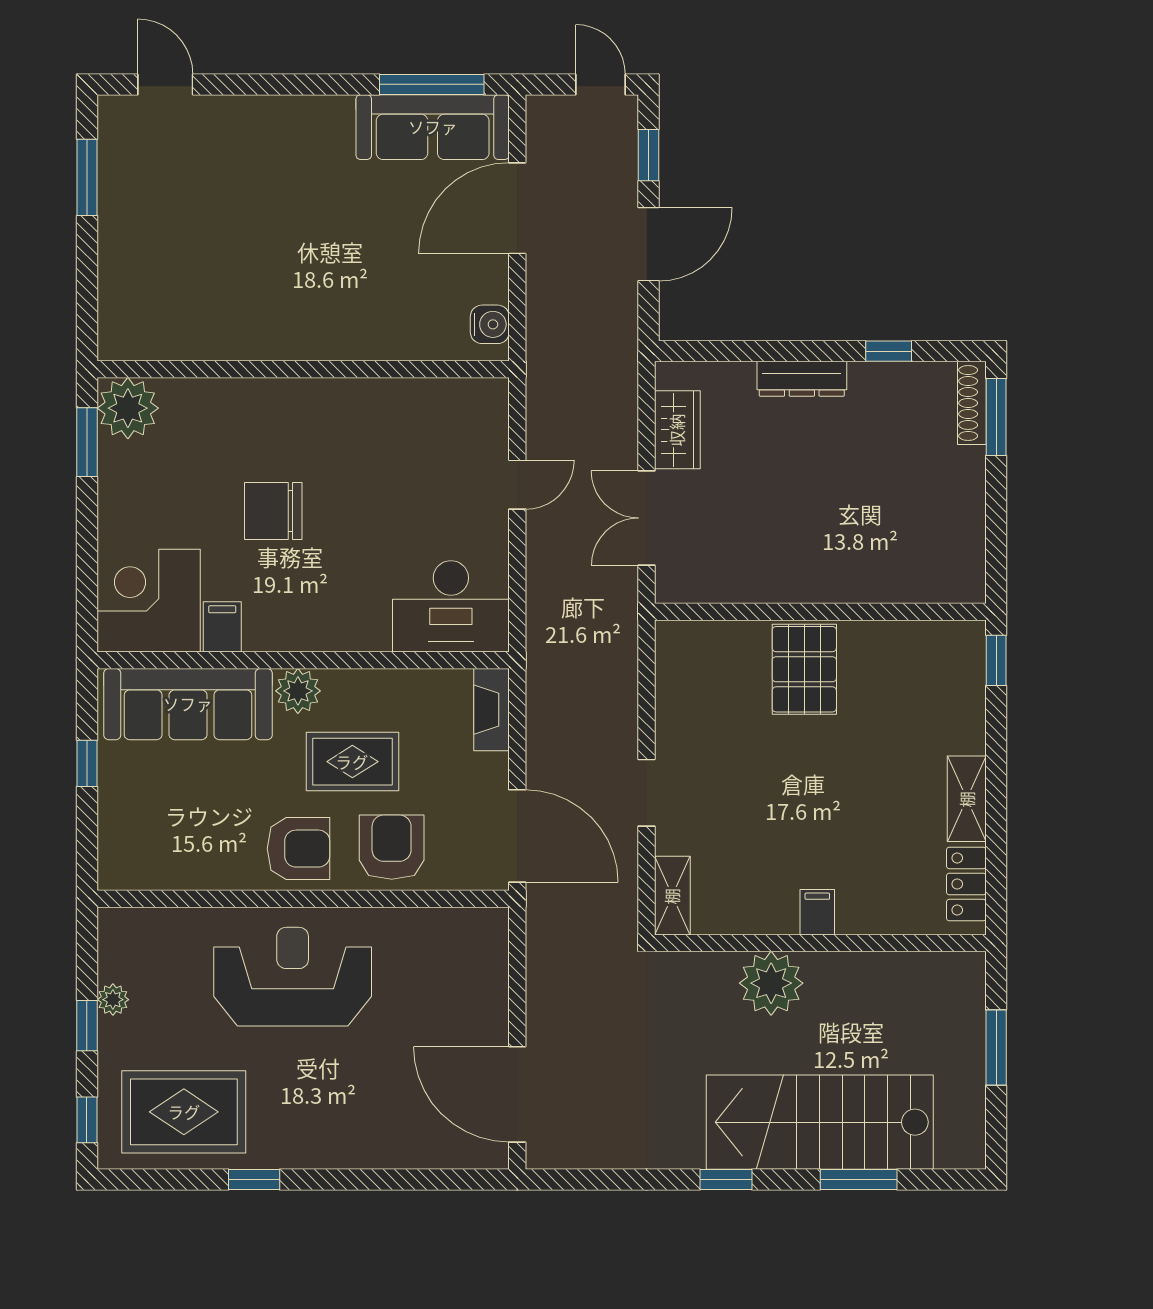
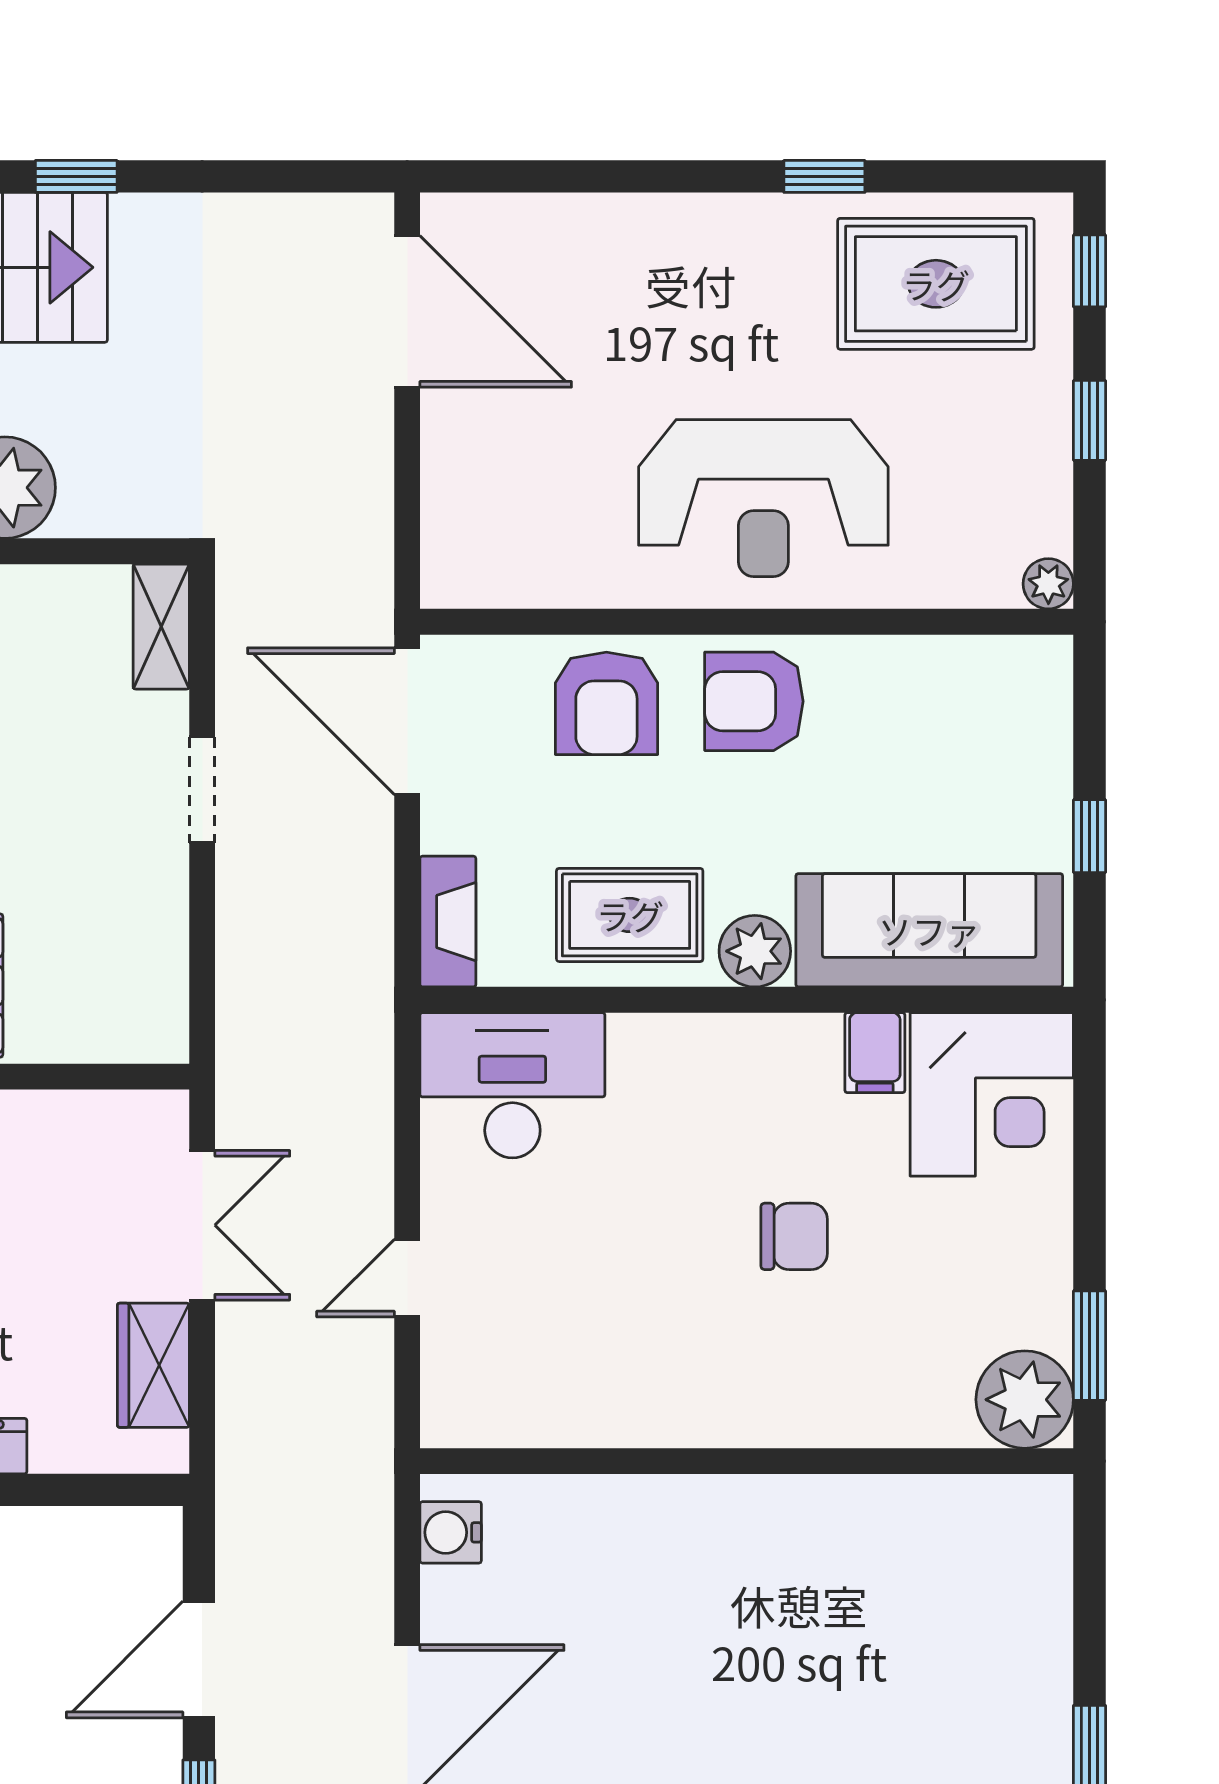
chair: (273, 511) -> (794, 1236), width x0.73, depth x0.73
rug: (352, 762) -> (630, 915), moved
plant: (113, 1000) -> (1048, 584), moved

